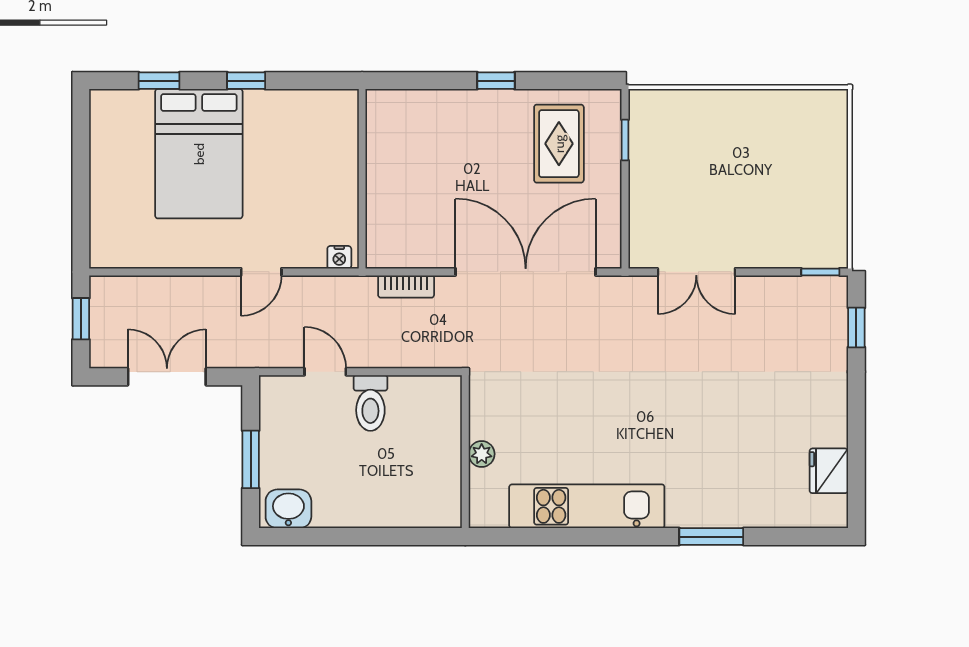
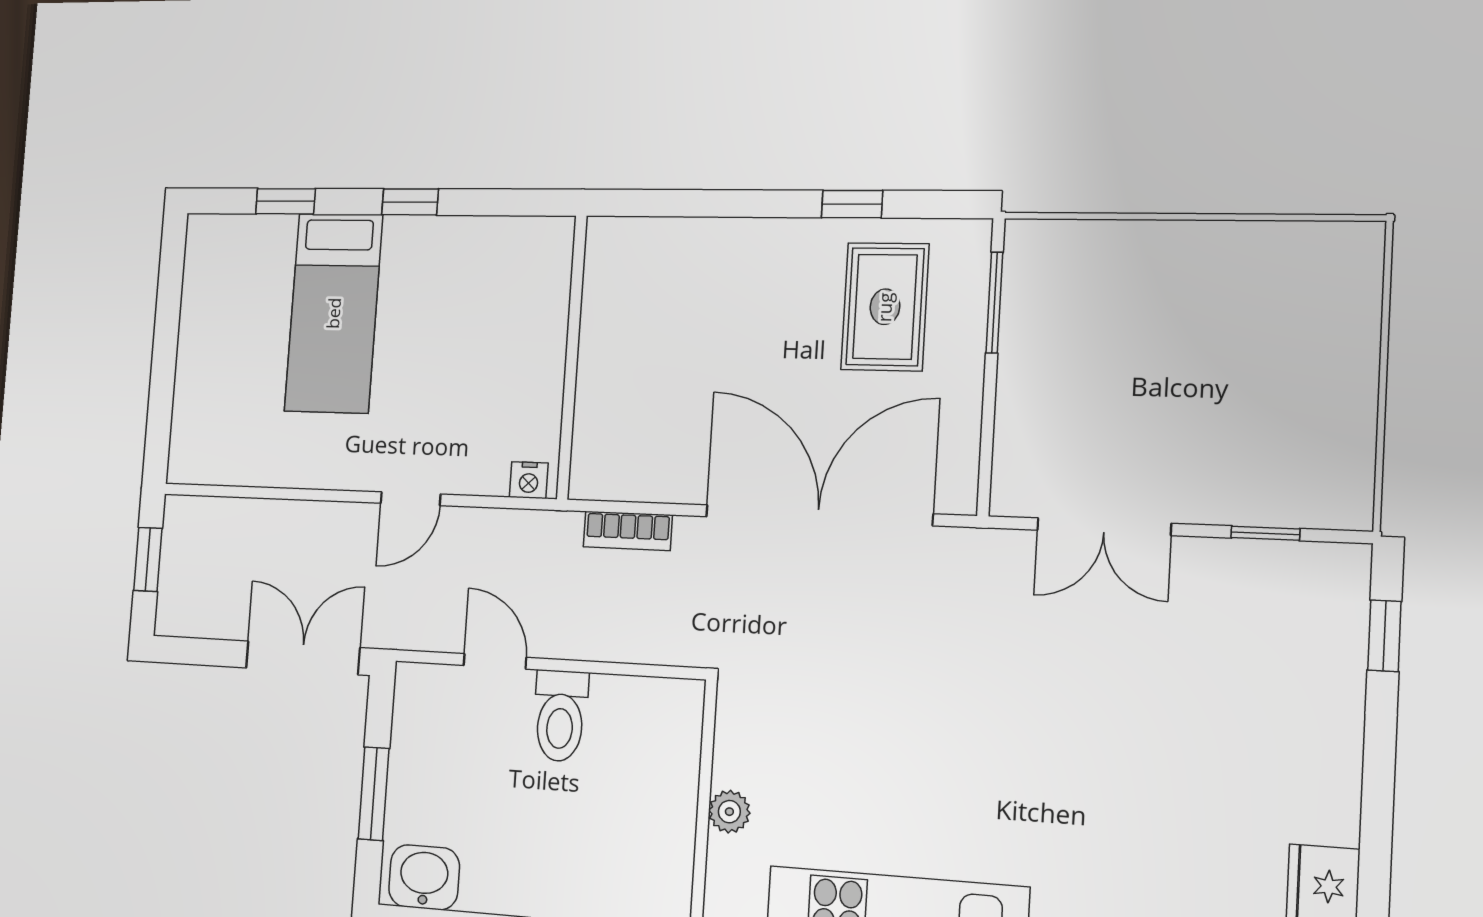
window: (496, 81) -> (852, 204), moved
window: (625, 140) -> (994, 303), width x1.50
bed: (199, 154) -> (334, 313), width x0.67
window: (820, 272) -> (1265, 533), moved
double door: (167, 377) -> (303, 658), moved

